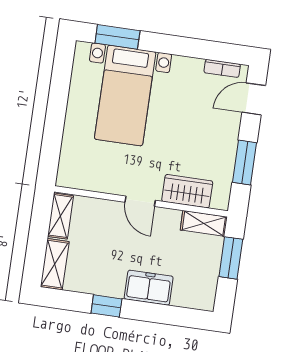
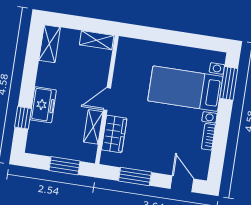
bookcase: (222, 68) -> (208, 137), moved
shelving: (204, 223) -> (93, 127), moved
shelving: (55, 264) -> (50, 44), moved, turned 90
window: (106, 306) -> (23, 118), moved

